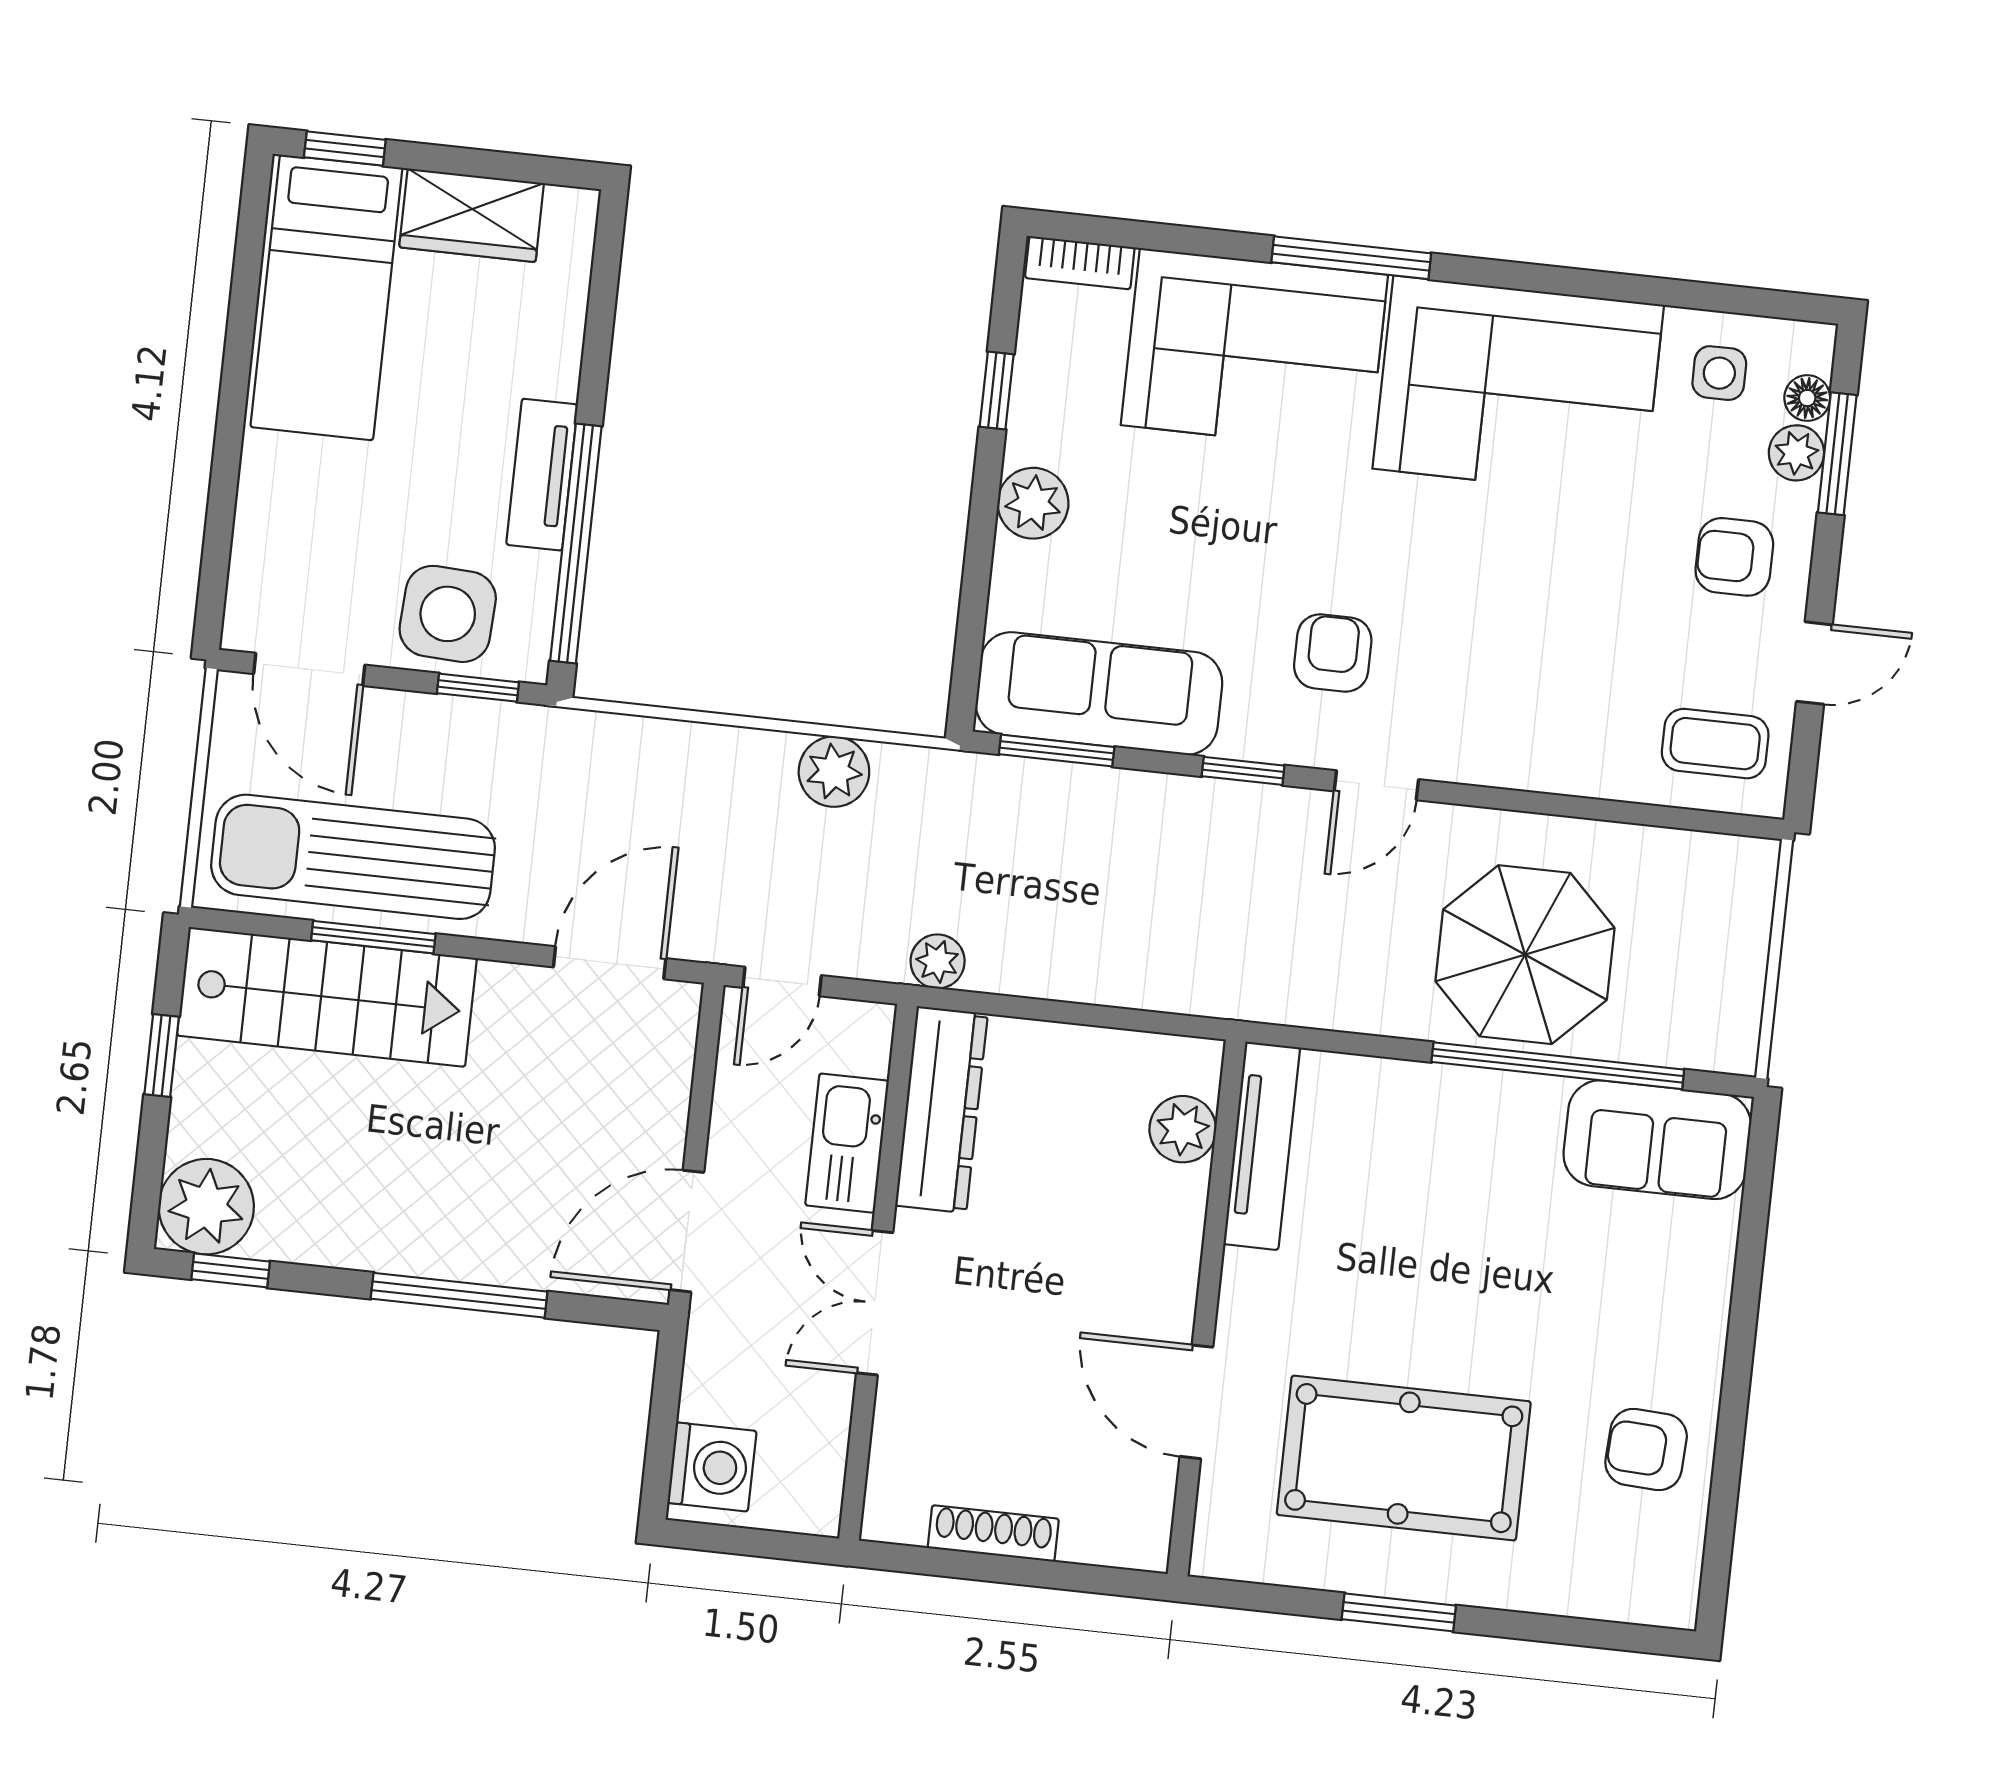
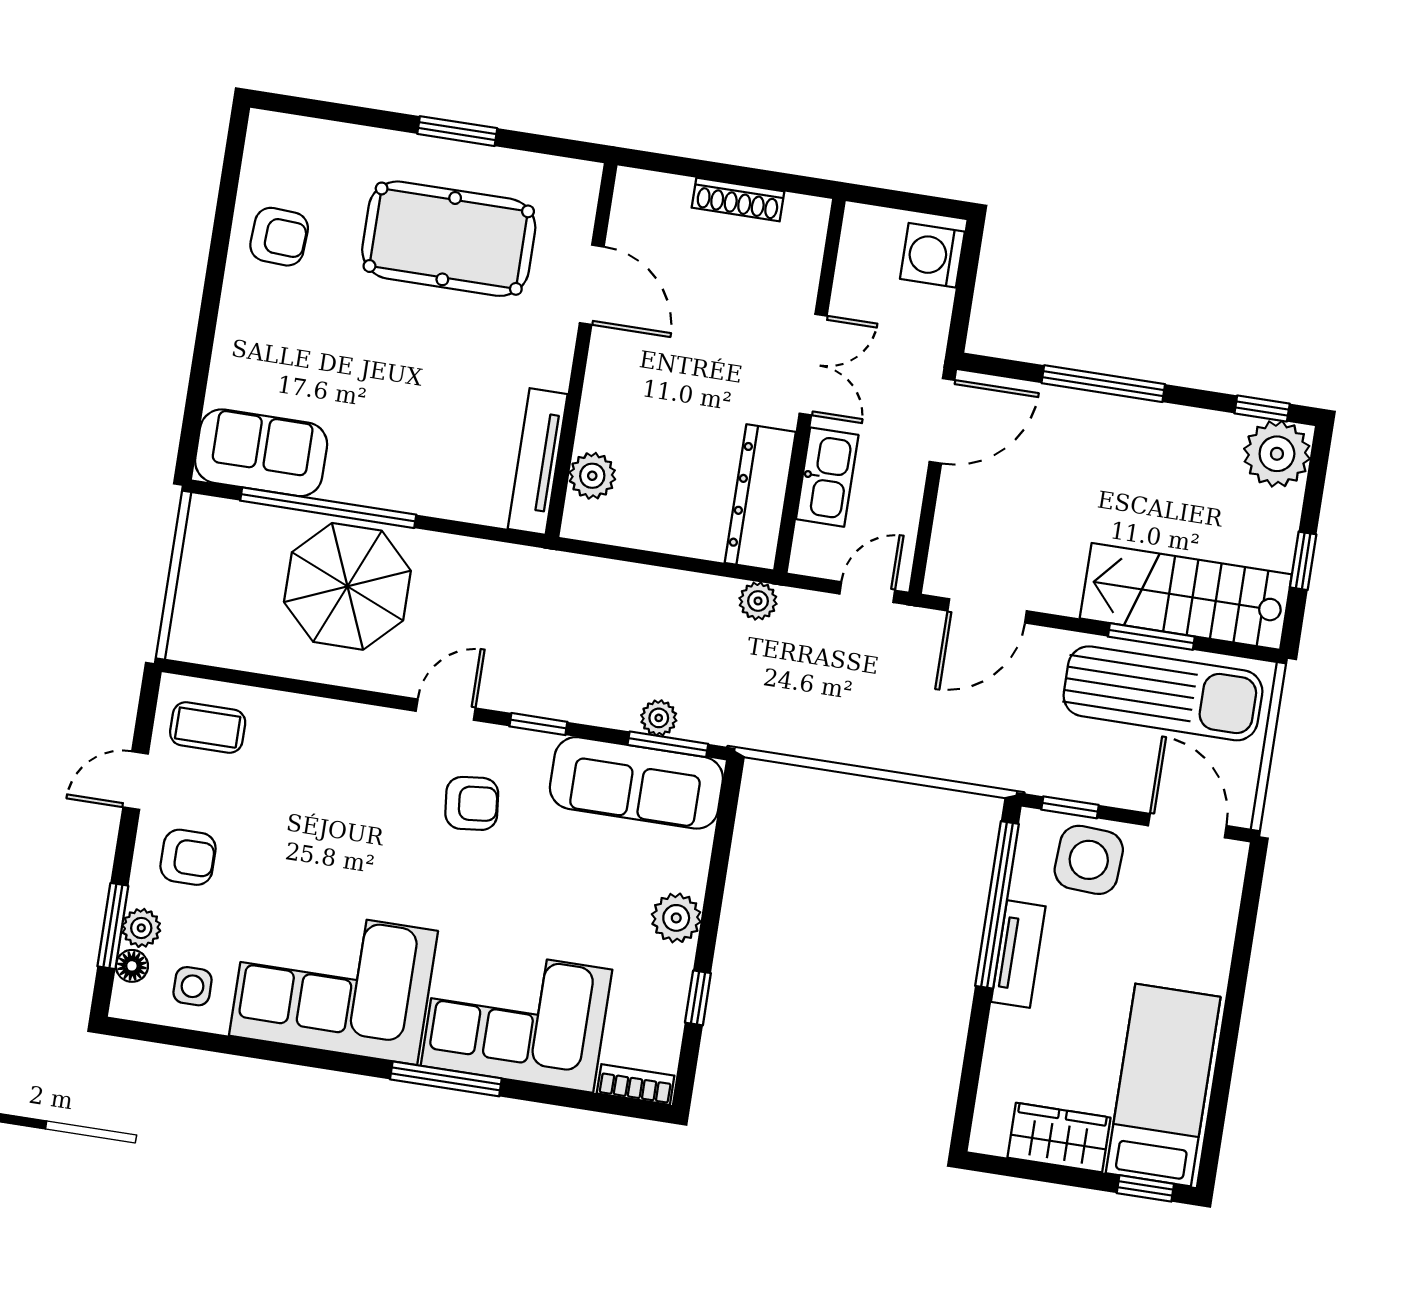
armchair: (1333, 653) -> (472, 803), turned -96
plant: (834, 772) -> (659, 718), moved, width x0.73, depth x0.73

